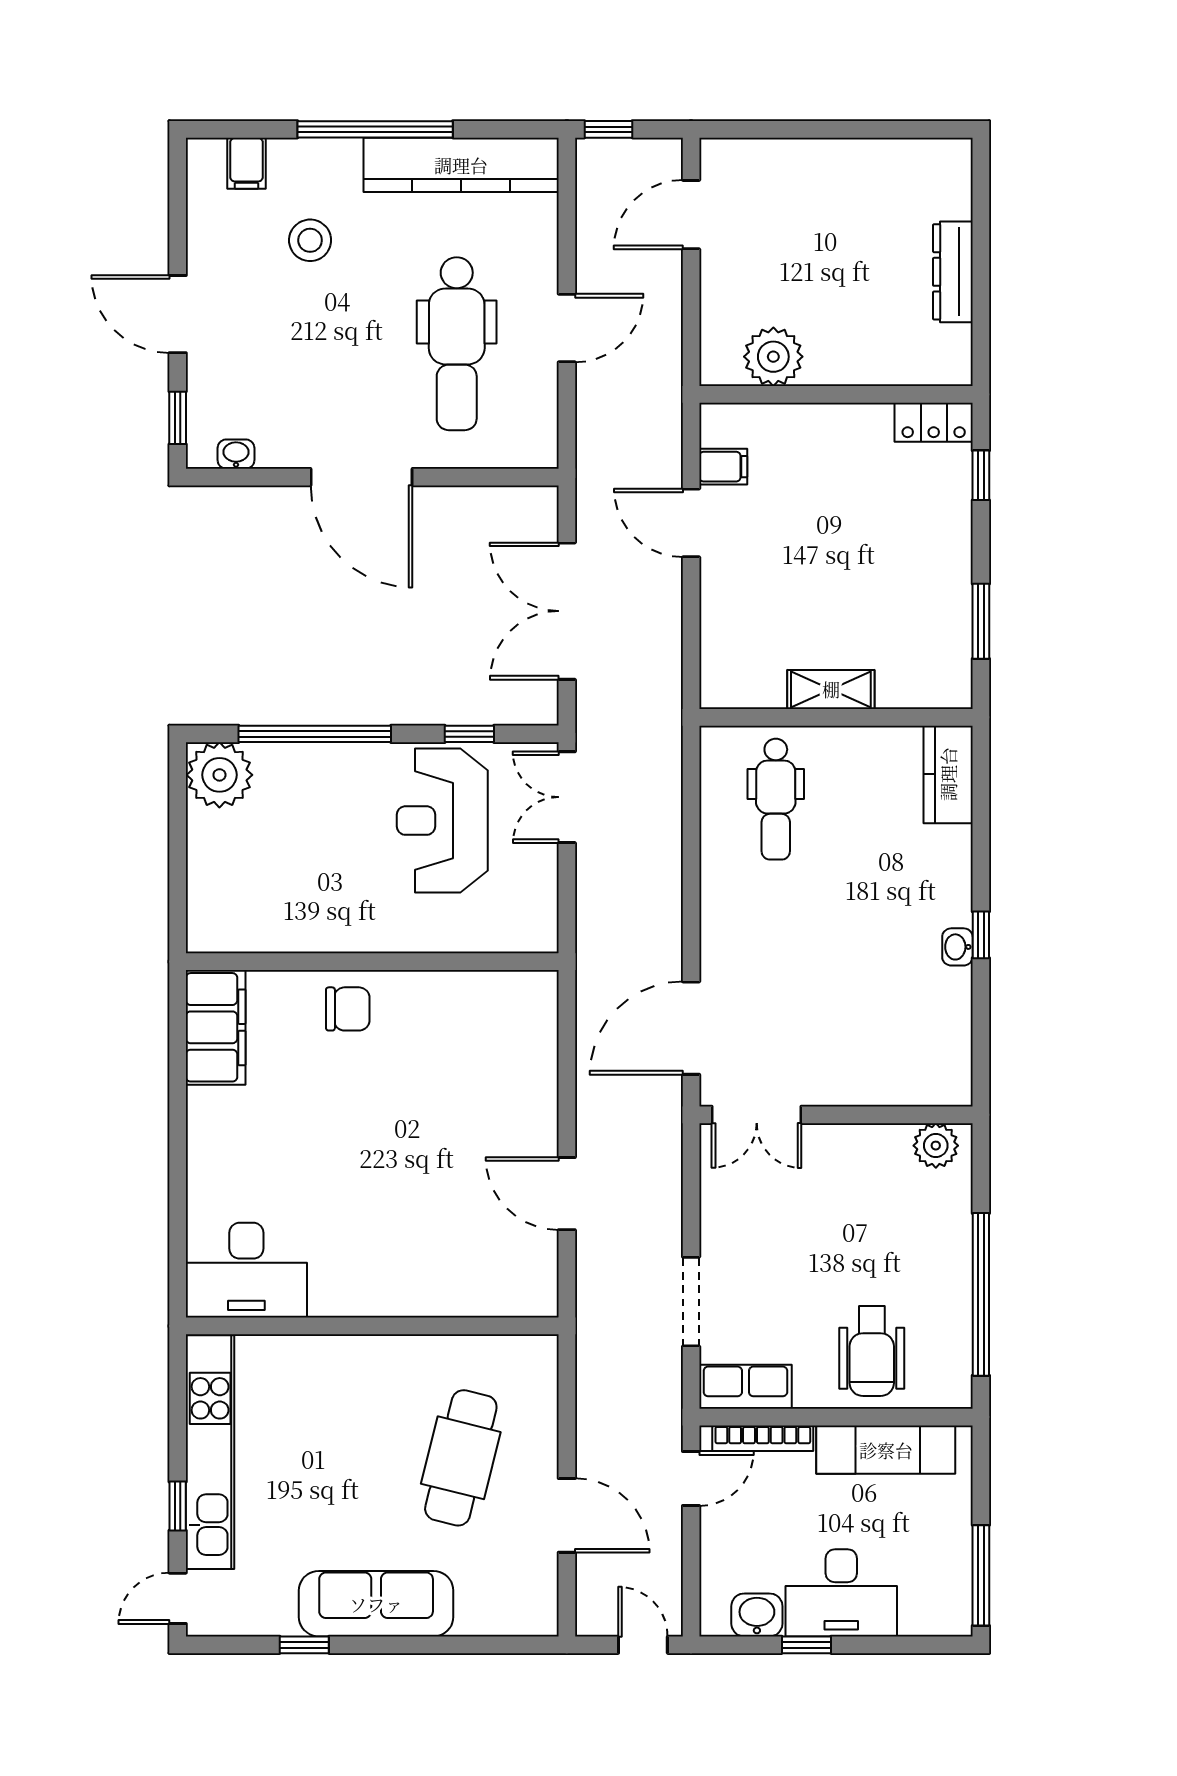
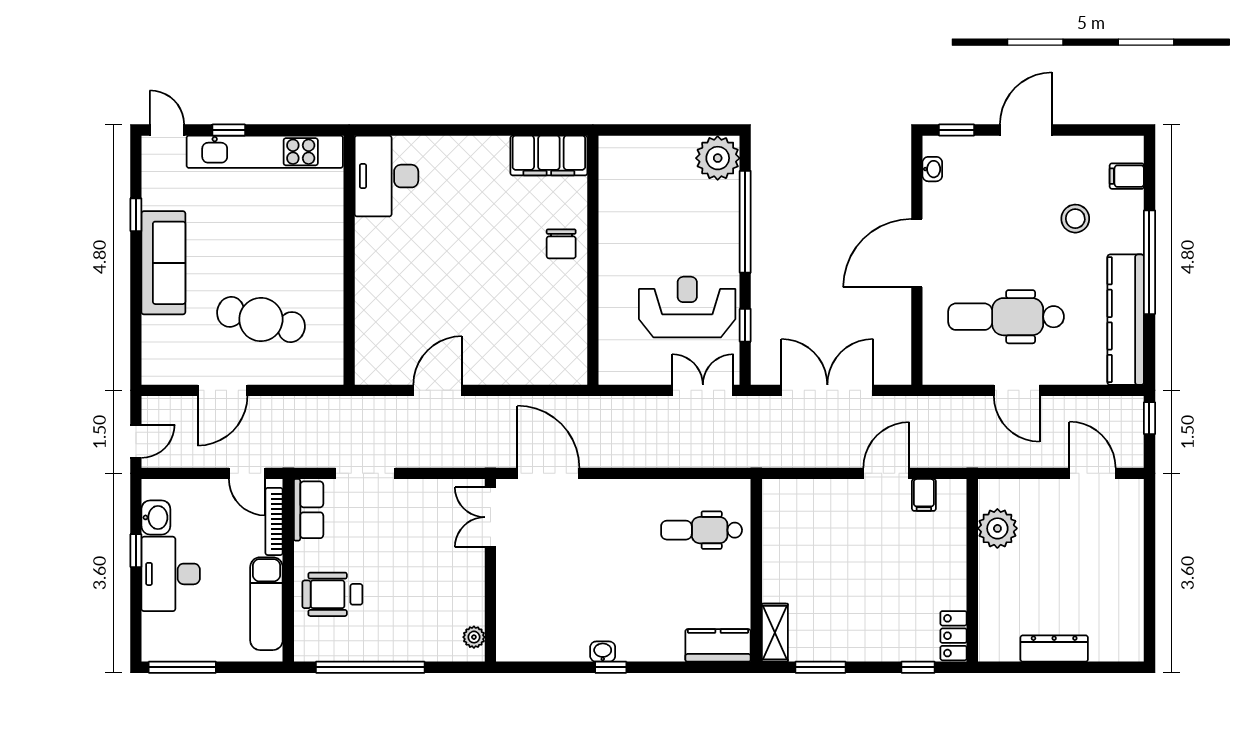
shelving: (831, 689) -> (775, 633), moved
plant: (936, 1146) -> (474, 637), width x0.73, depth x0.73

